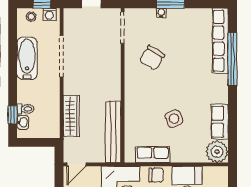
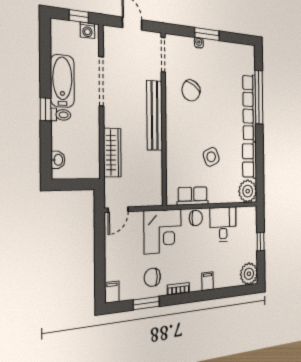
stool: (31, 17) -> (67, 30), removed
row of seats: (220, 41) -> (249, 108), moved
toilet: (25, 109) -> (61, 115), moved
window: (13, 115) -> (46, 109), moved
bench: (113, 132) -> (155, 115), moved

